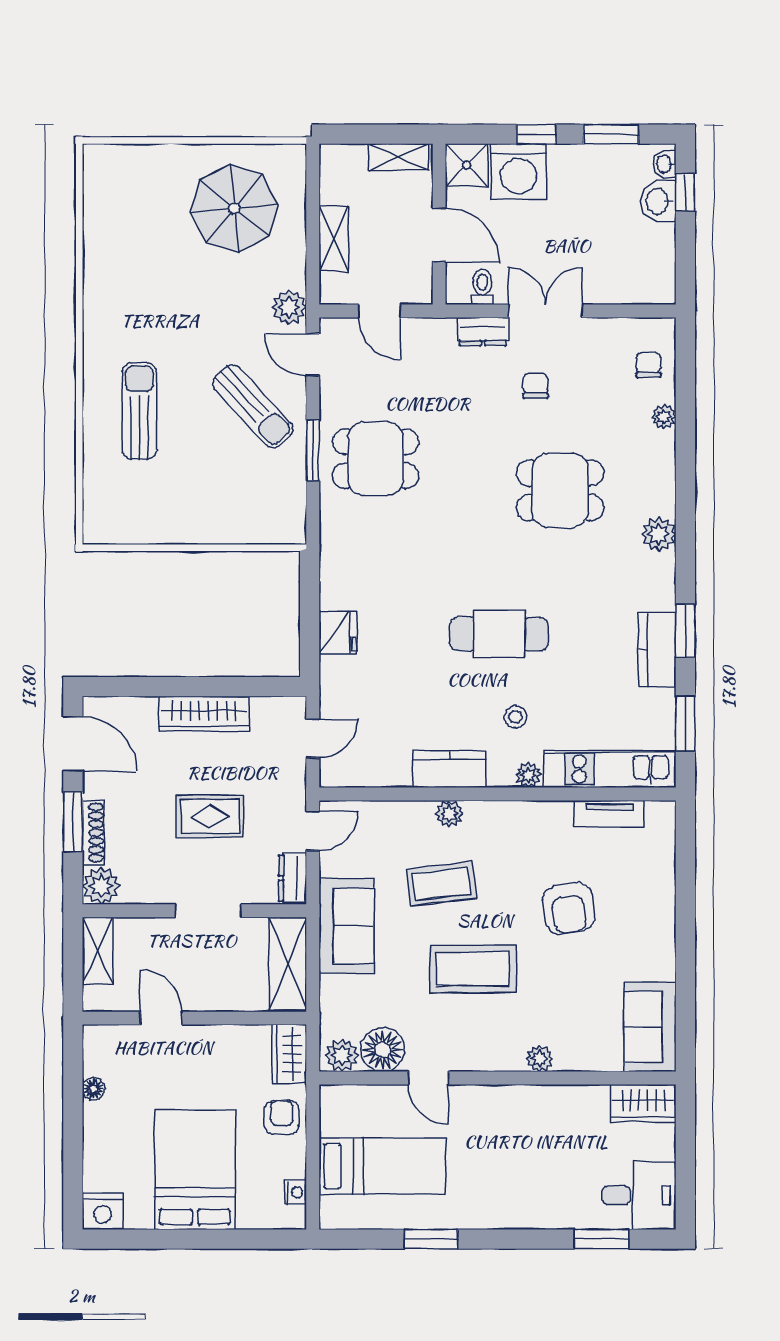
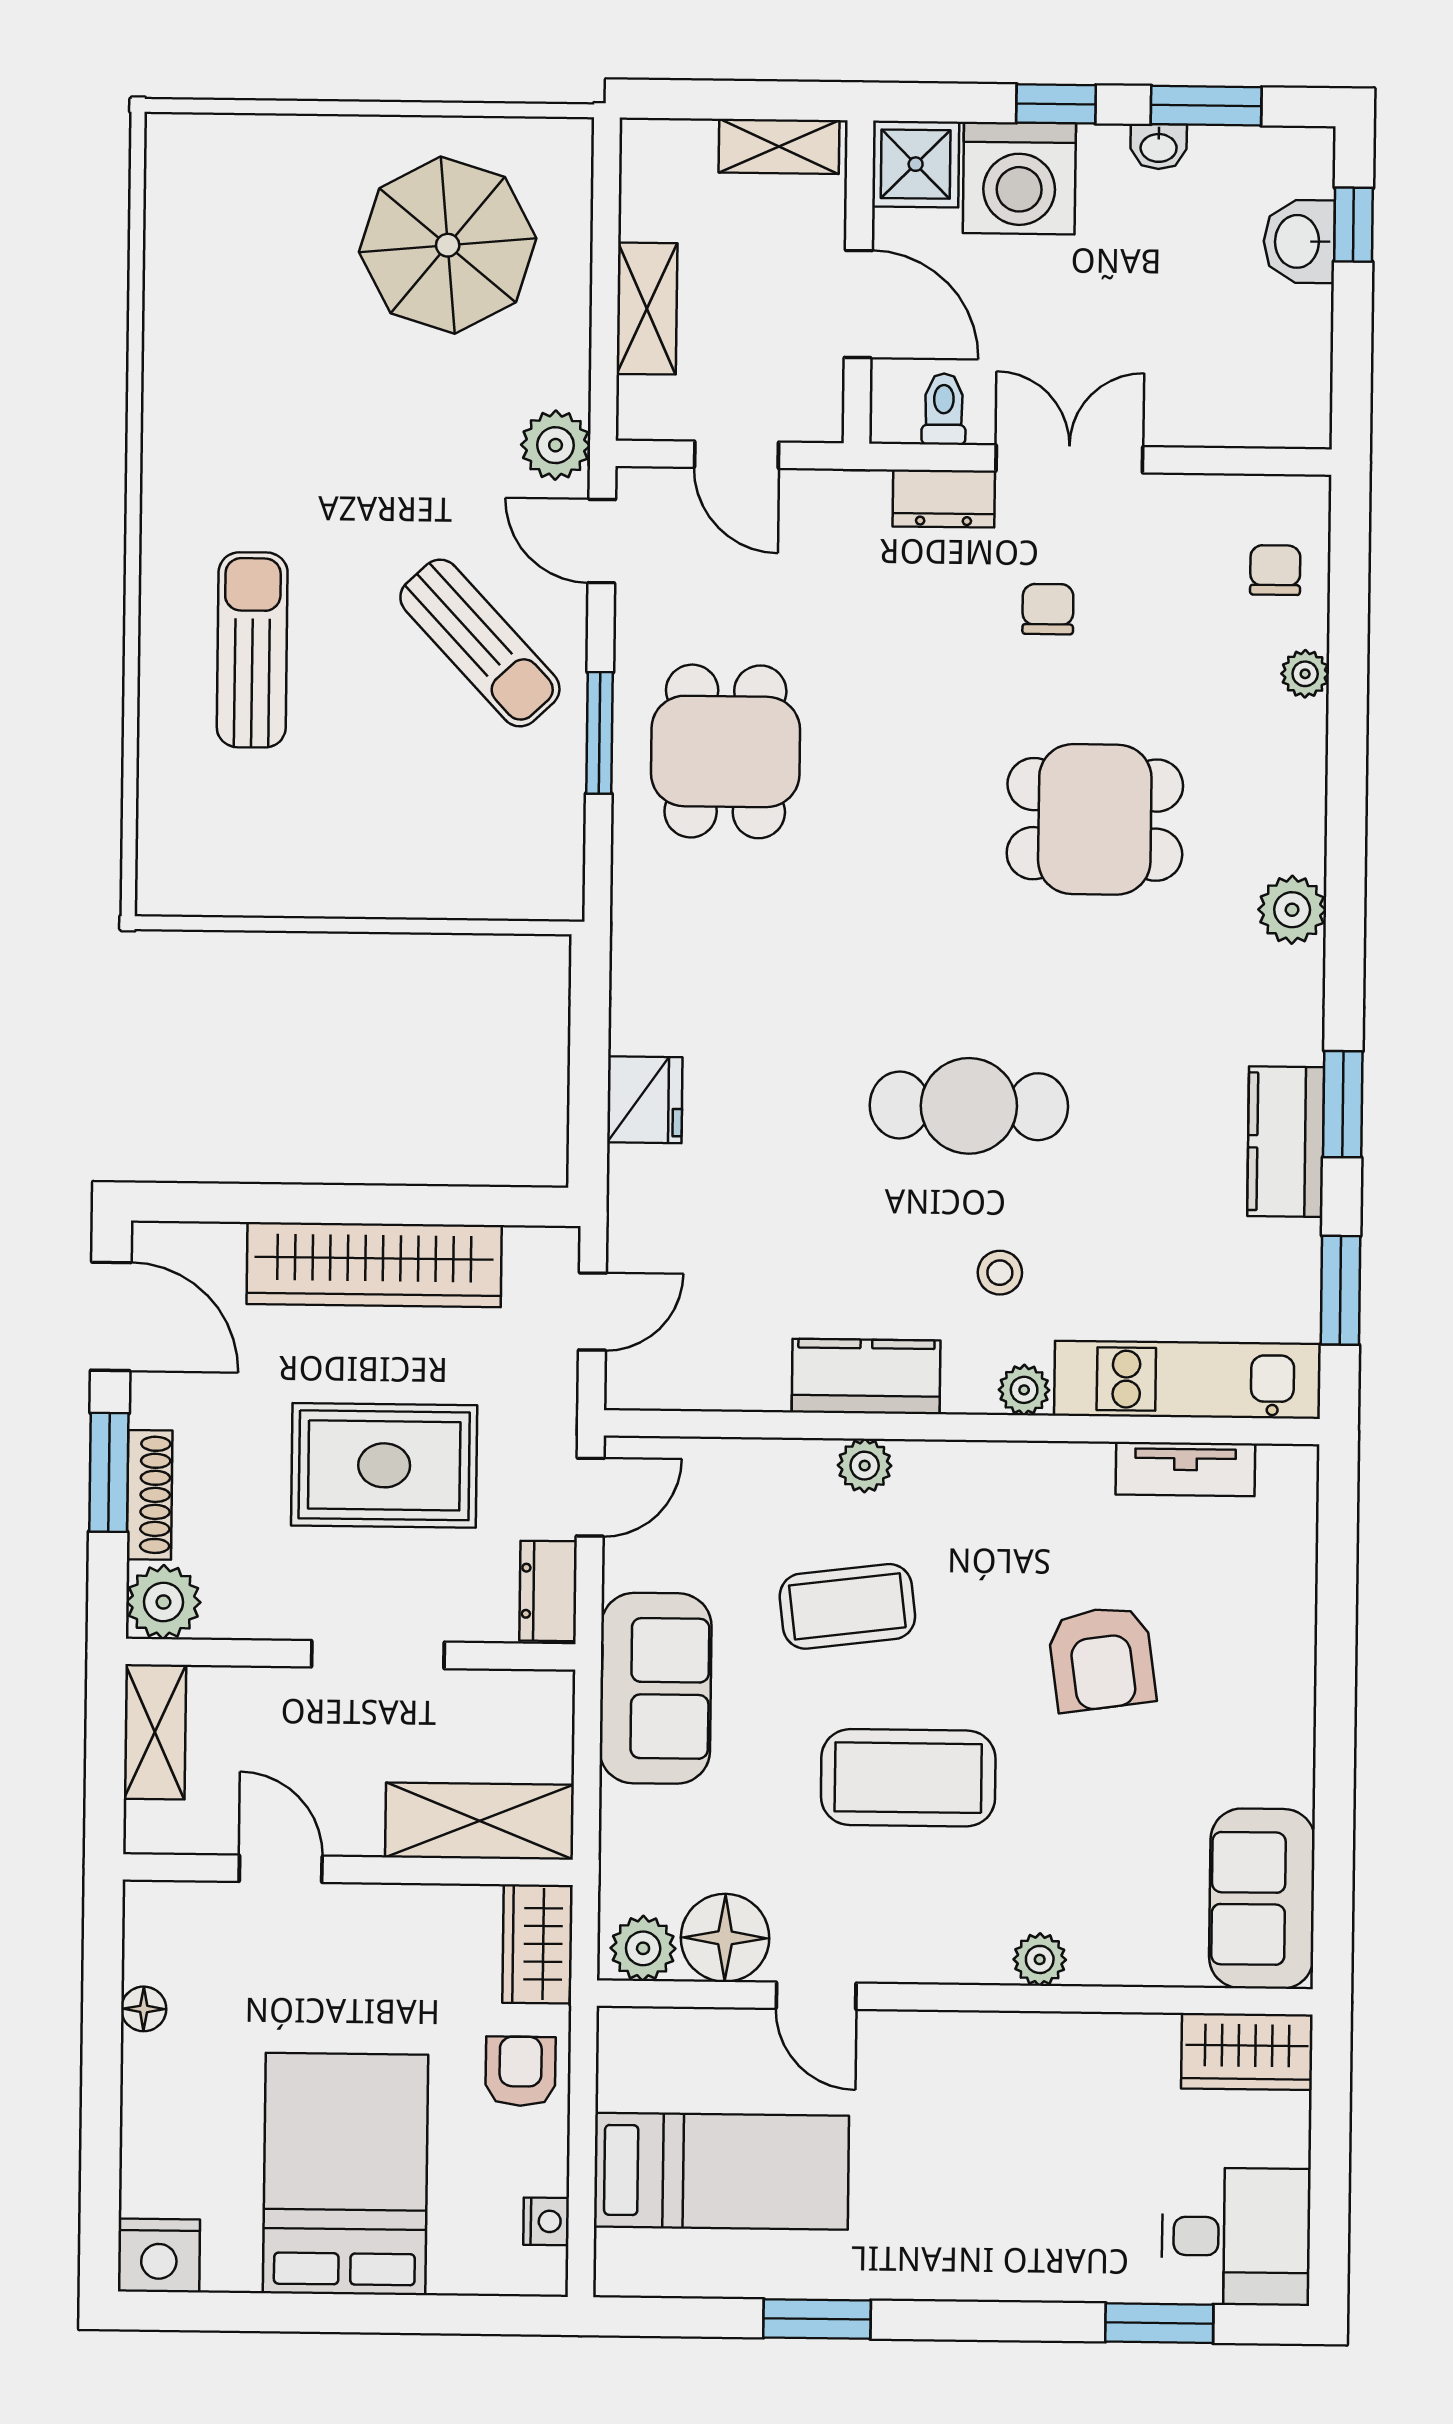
washbasin: (665, 164) -> (1159, 147), moved, turned -90
dining table: (376, 459) -> (725, 751), turned 90
wardrobe: (204, 714) -> (374, 1265), width x1.40, depth x1.17
rug: (210, 816) -> (384, 1465), width x1.36, depth x1.43
shelving: (288, 964) -> (480, 1821), moved, turned 90

